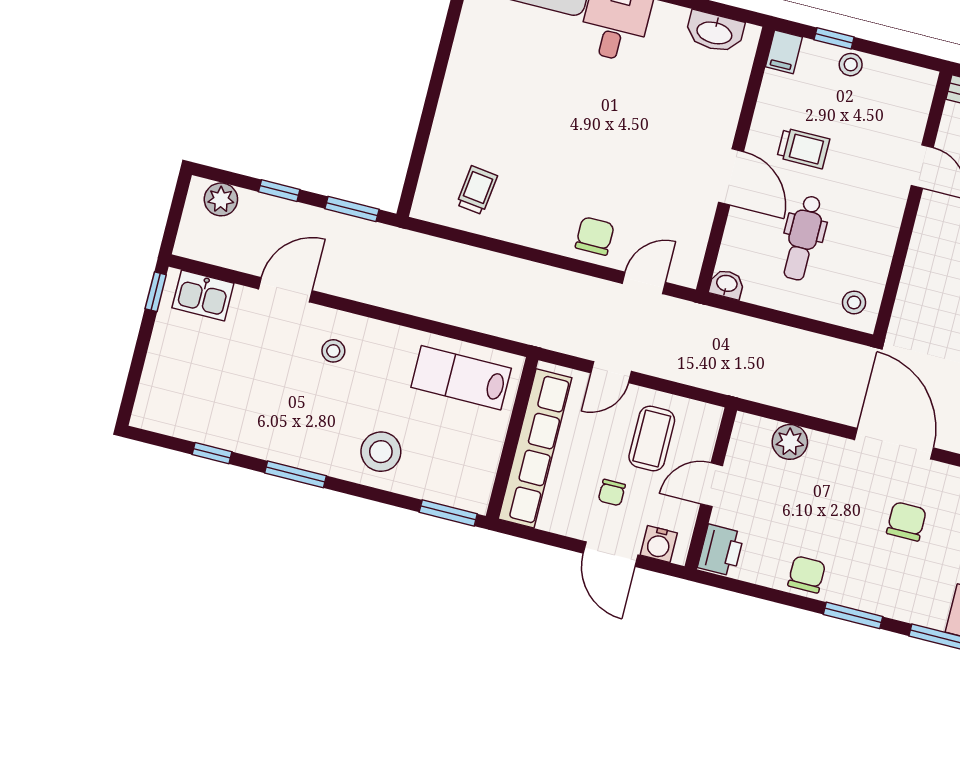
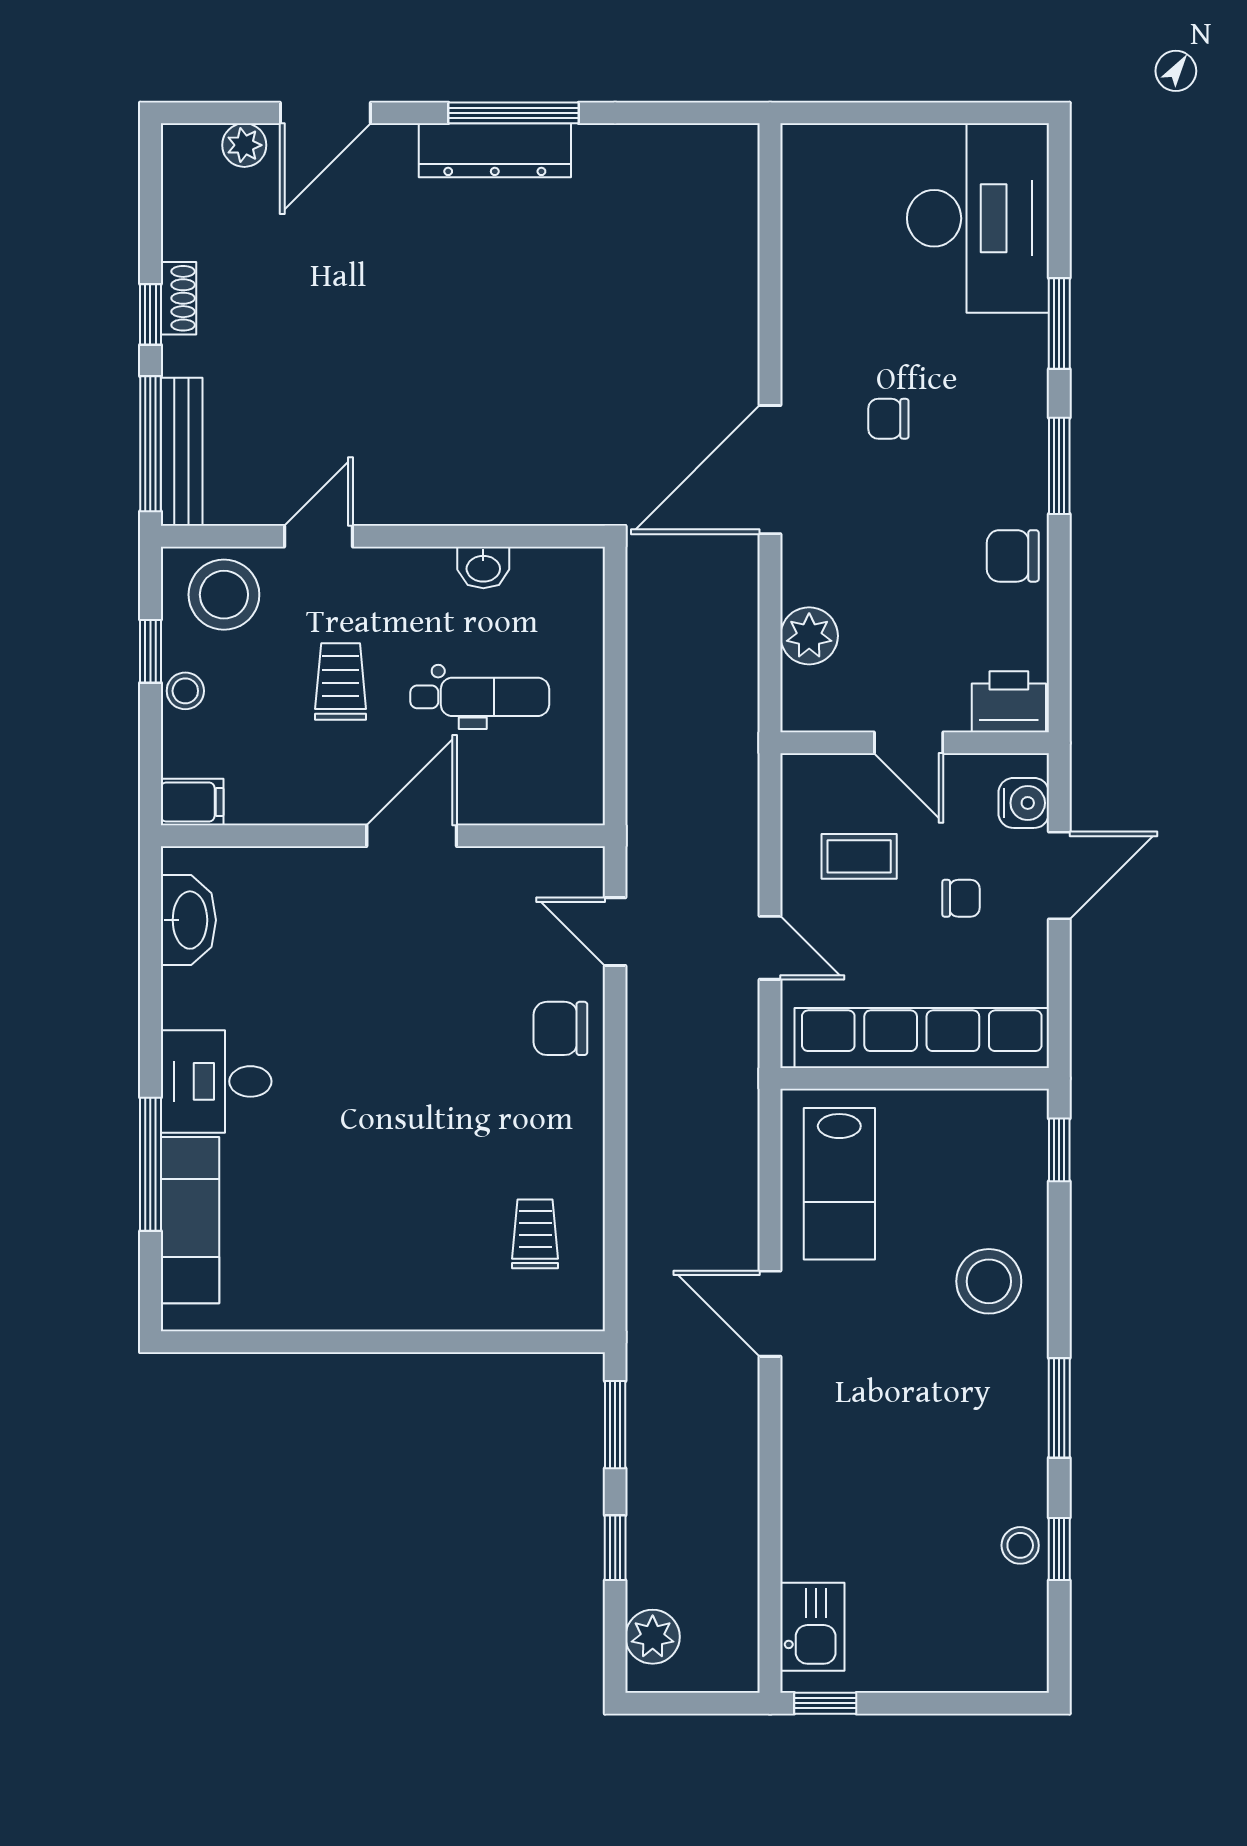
window: (834, 38) -> (150, 651), moved
trolley: (803, 148) -> (341, 681), moved
trolley: (477, 190) -> (535, 1234), turned 83
washbasin: (727, 284) -> (483, 567), moved, turned -90
door: (285, 290) -> (770, 1314), moved
stool: (854, 302) -> (224, 595), moved, width x1.89, depth x1.89
stool: (333, 351) -> (1020, 1545), moved
coffee table: (652, 438) -> (859, 856), width x0.73, depth x0.77
window: (448, 513) -> (1059, 1150), width x0.67
chair: (906, 521) -> (888, 419), width x0.73, depth x0.73

